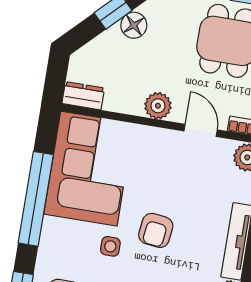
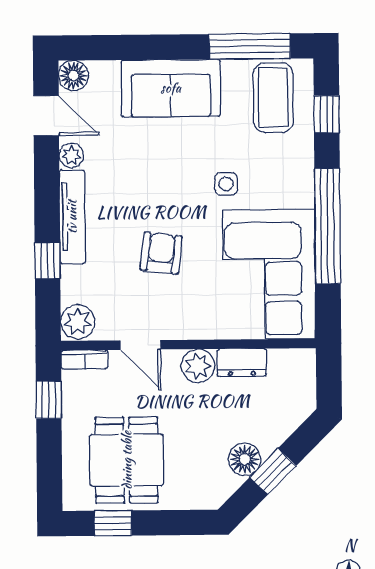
dresser: (83, 96) -> (242, 363), moved
armchair: (156, 230) -> (161, 253), moved

